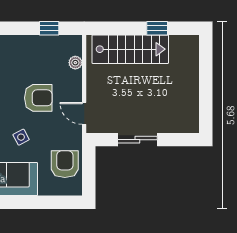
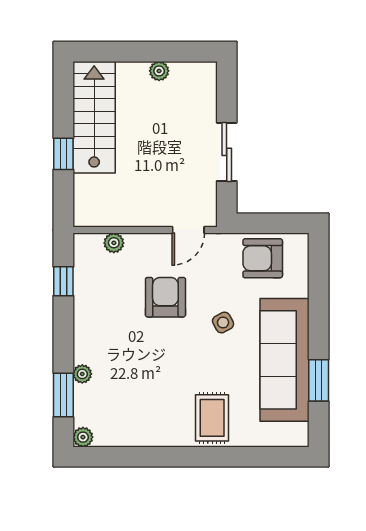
window: (157, 28) -> (63, 154), moved
stairs: (130, 49) -> (94, 117), moved
plant: (193, 93) -> (159, 71), added

